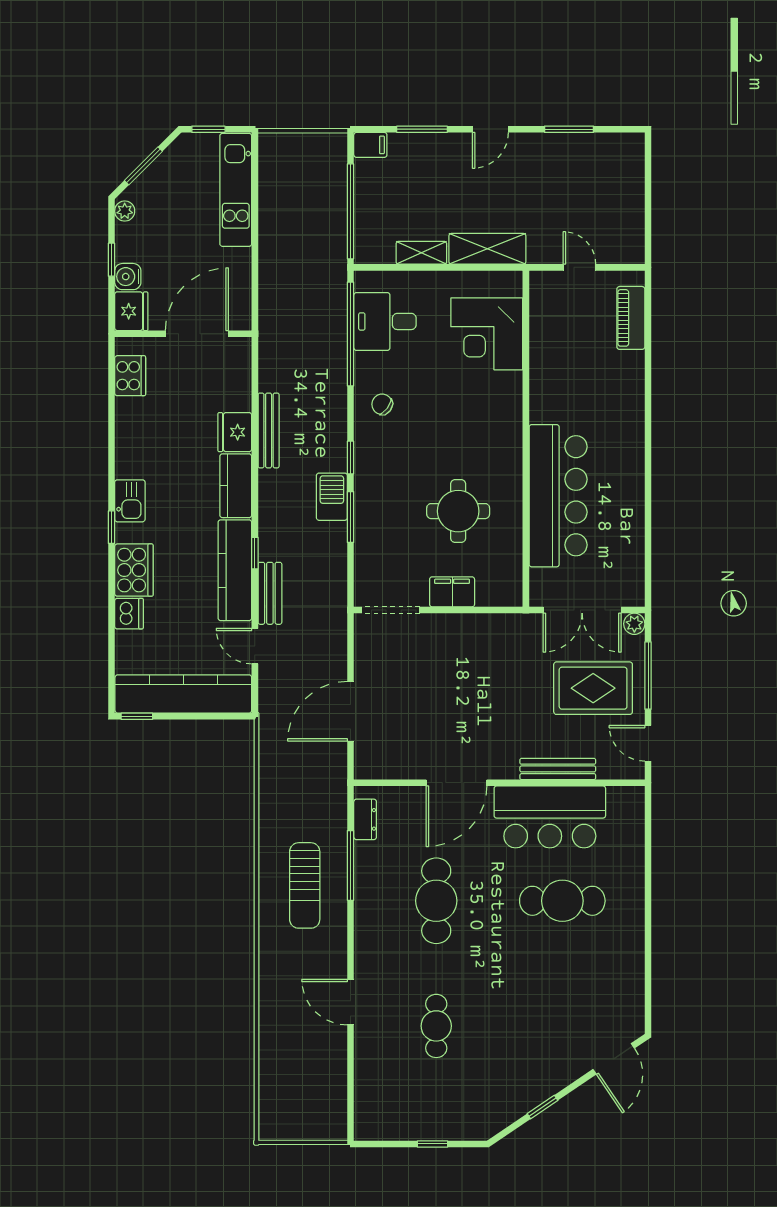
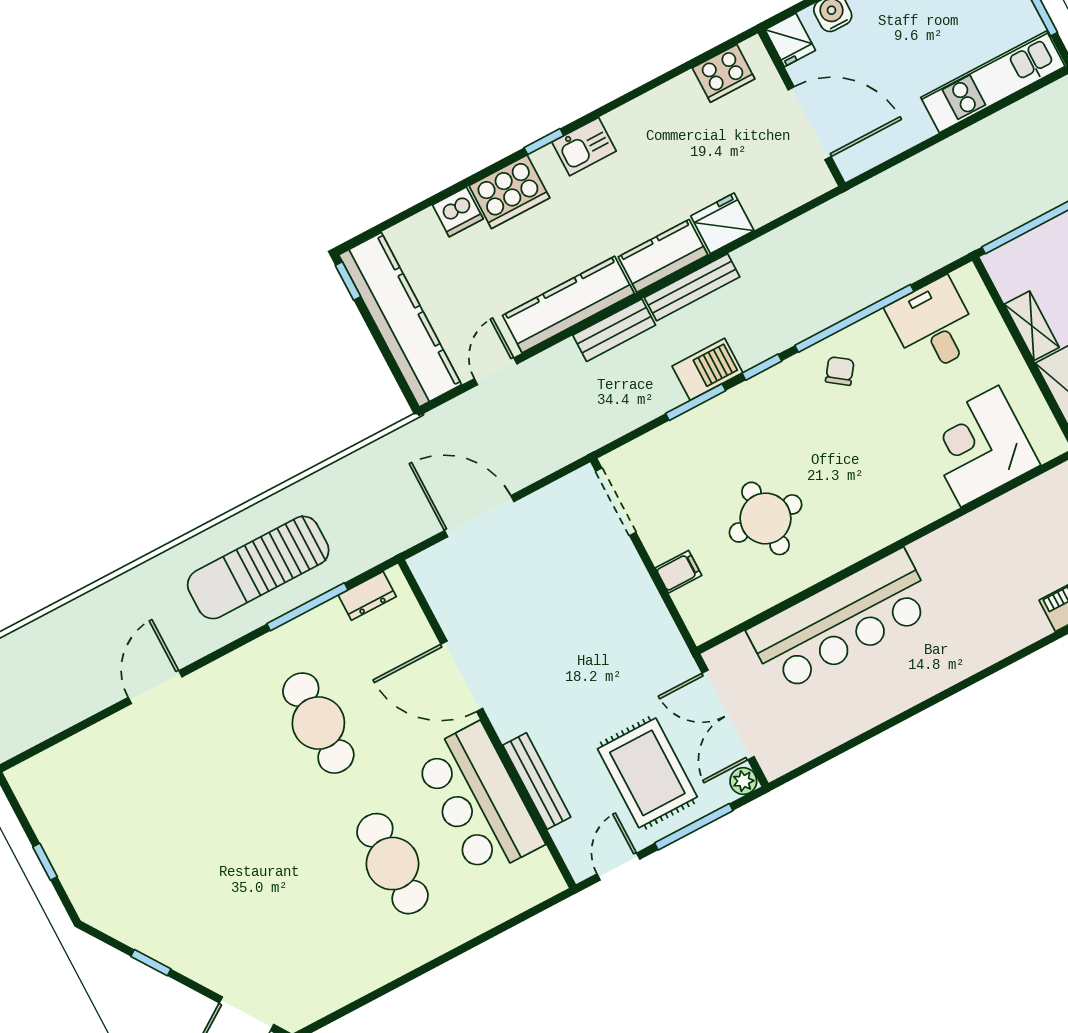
fridge: (131, 311) -> (790, 40), width x0.72
window: (351, 334) -> (854, 318), moved
bench: (269, 430) -> (692, 287), moved
window: (255, 553) -> (599, 317), removed
filing cabinet: (452, 592) -> (679, 572), width x0.50
bench: (270, 593) -> (614, 330), moved
sun lounger: (305, 885) -> (258, 567), width x1.36, depth x1.34
cafe table: (436, 901) -> (318, 723), turned 90
cafe table: (436, 1026) -> (179, 797), removed

